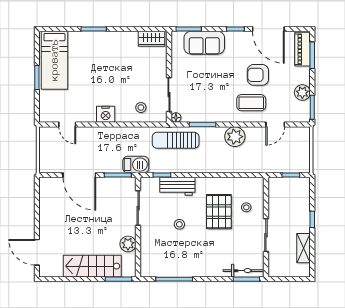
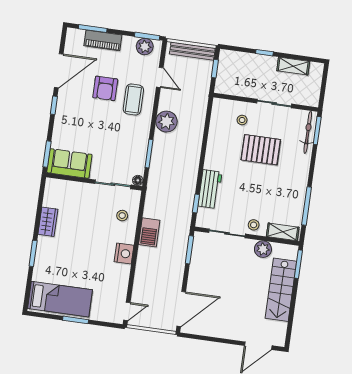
wardrobe: (152, 39) -> (48, 222), moved
sofa: (204, 43) -> (69, 164), moved, turned -90
piano: (303, 49) -> (103, 40), moved
plant: (302, 93) -> (145, 47), moved
door: (67, 125) -> (127, 311), moved
sun lounger: (176, 140) -> (162, 184), removed
bench: (304, 152) -> (192, 51), added
barbecue: (136, 165) -> (149, 232), moved, turned 180
door: (79, 175) -> (181, 309), moved
pallet: (219, 212) -> (261, 150), moved
stool: (179, 224) -> (254, 225), moved
shelving: (147, 260) -> (283, 232), added

